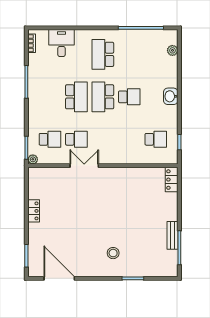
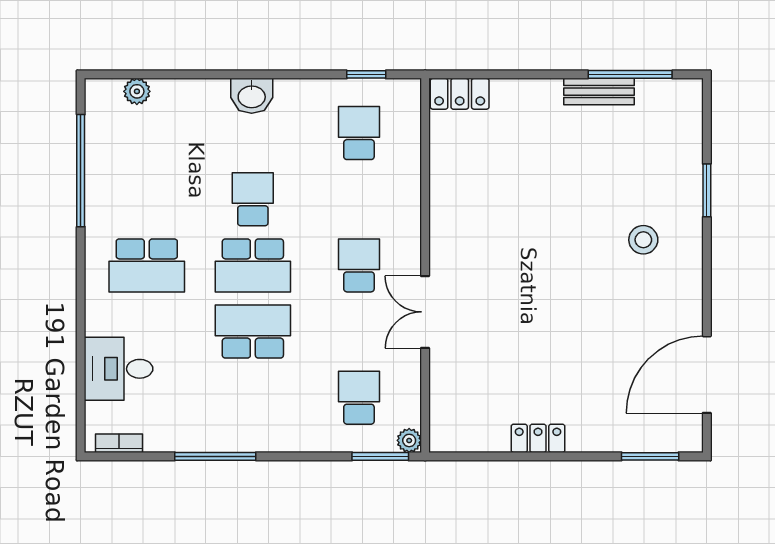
school desk: (76, 139) -> (359, 265), moved

